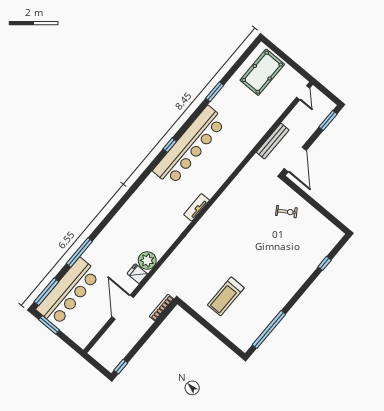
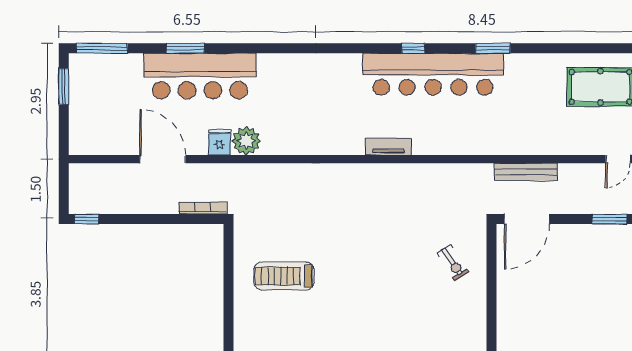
window: (215, 92) -> (493, 48), moved
tv unit: (197, 207) -> (388, 147), moved
window: (79, 253) -> (185, 48), width x0.69
bar counter: (68, 292) -> (200, 76), moved
door: (123, 307) -> (163, 159), hinge flipped

